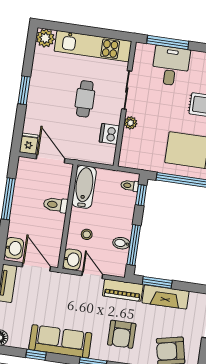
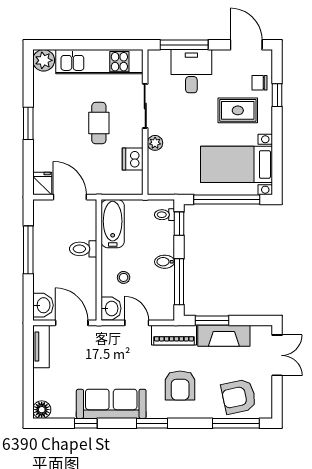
bidet: (121, 243) -> (165, 262), moved

